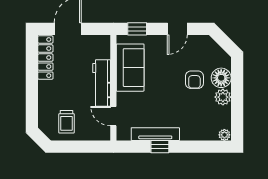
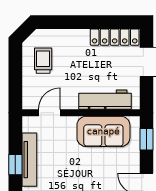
workbench: (102, 83) -> (105, 100), moved
trolley: (66, 122) -> (43, 61), turned 90

